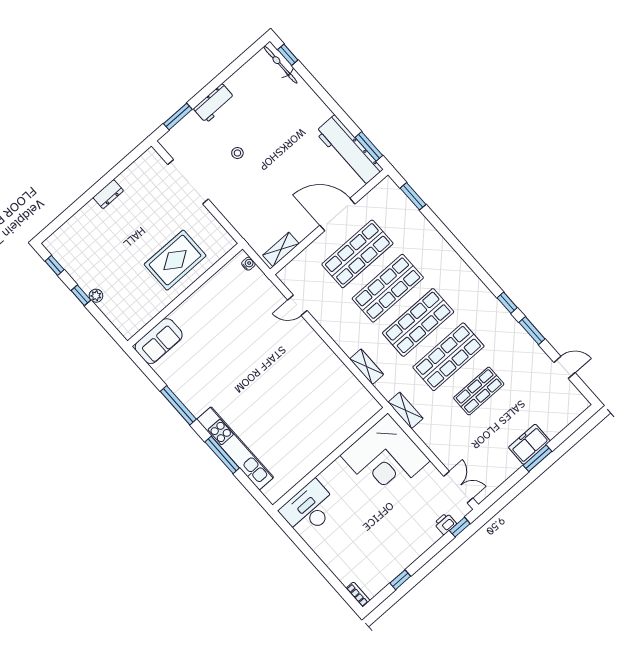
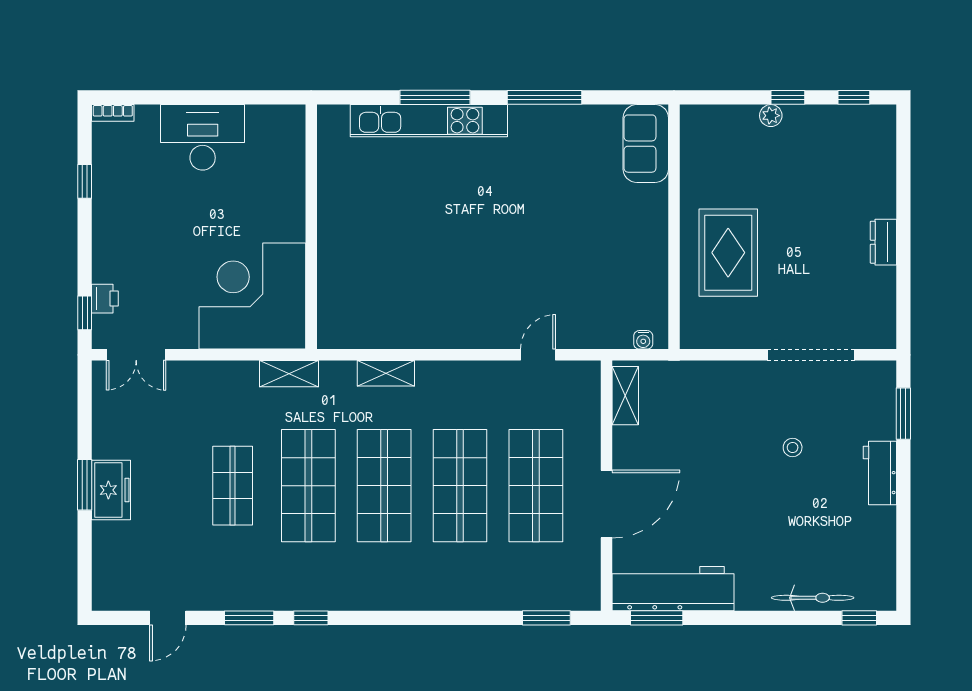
bicycle: (280, 65) -> (813, 598), moved
desk: (309, 509) -> (203, 137), moved, turned -90

